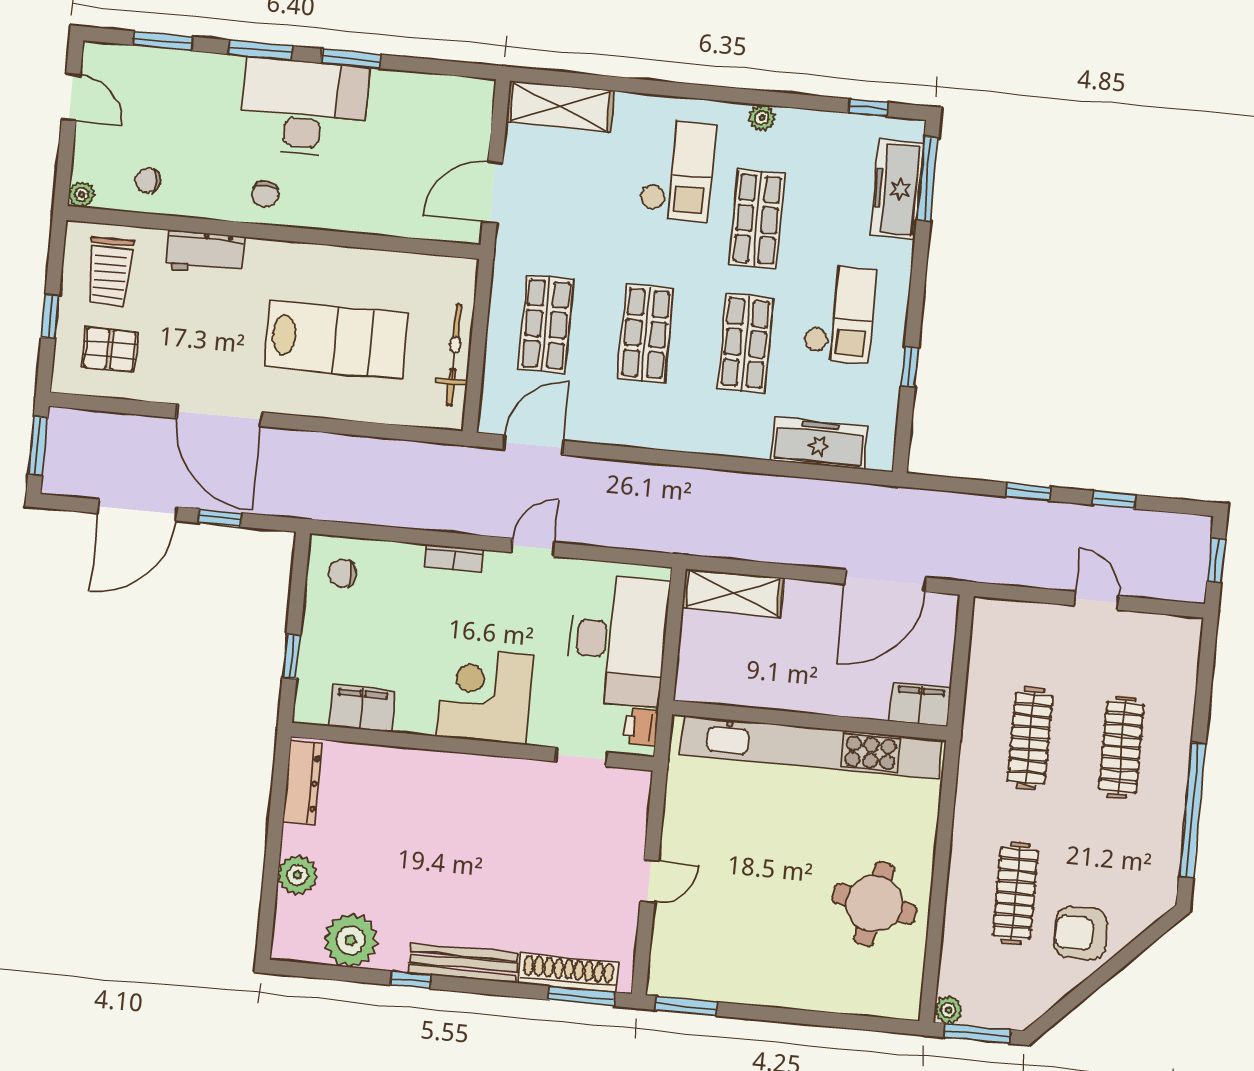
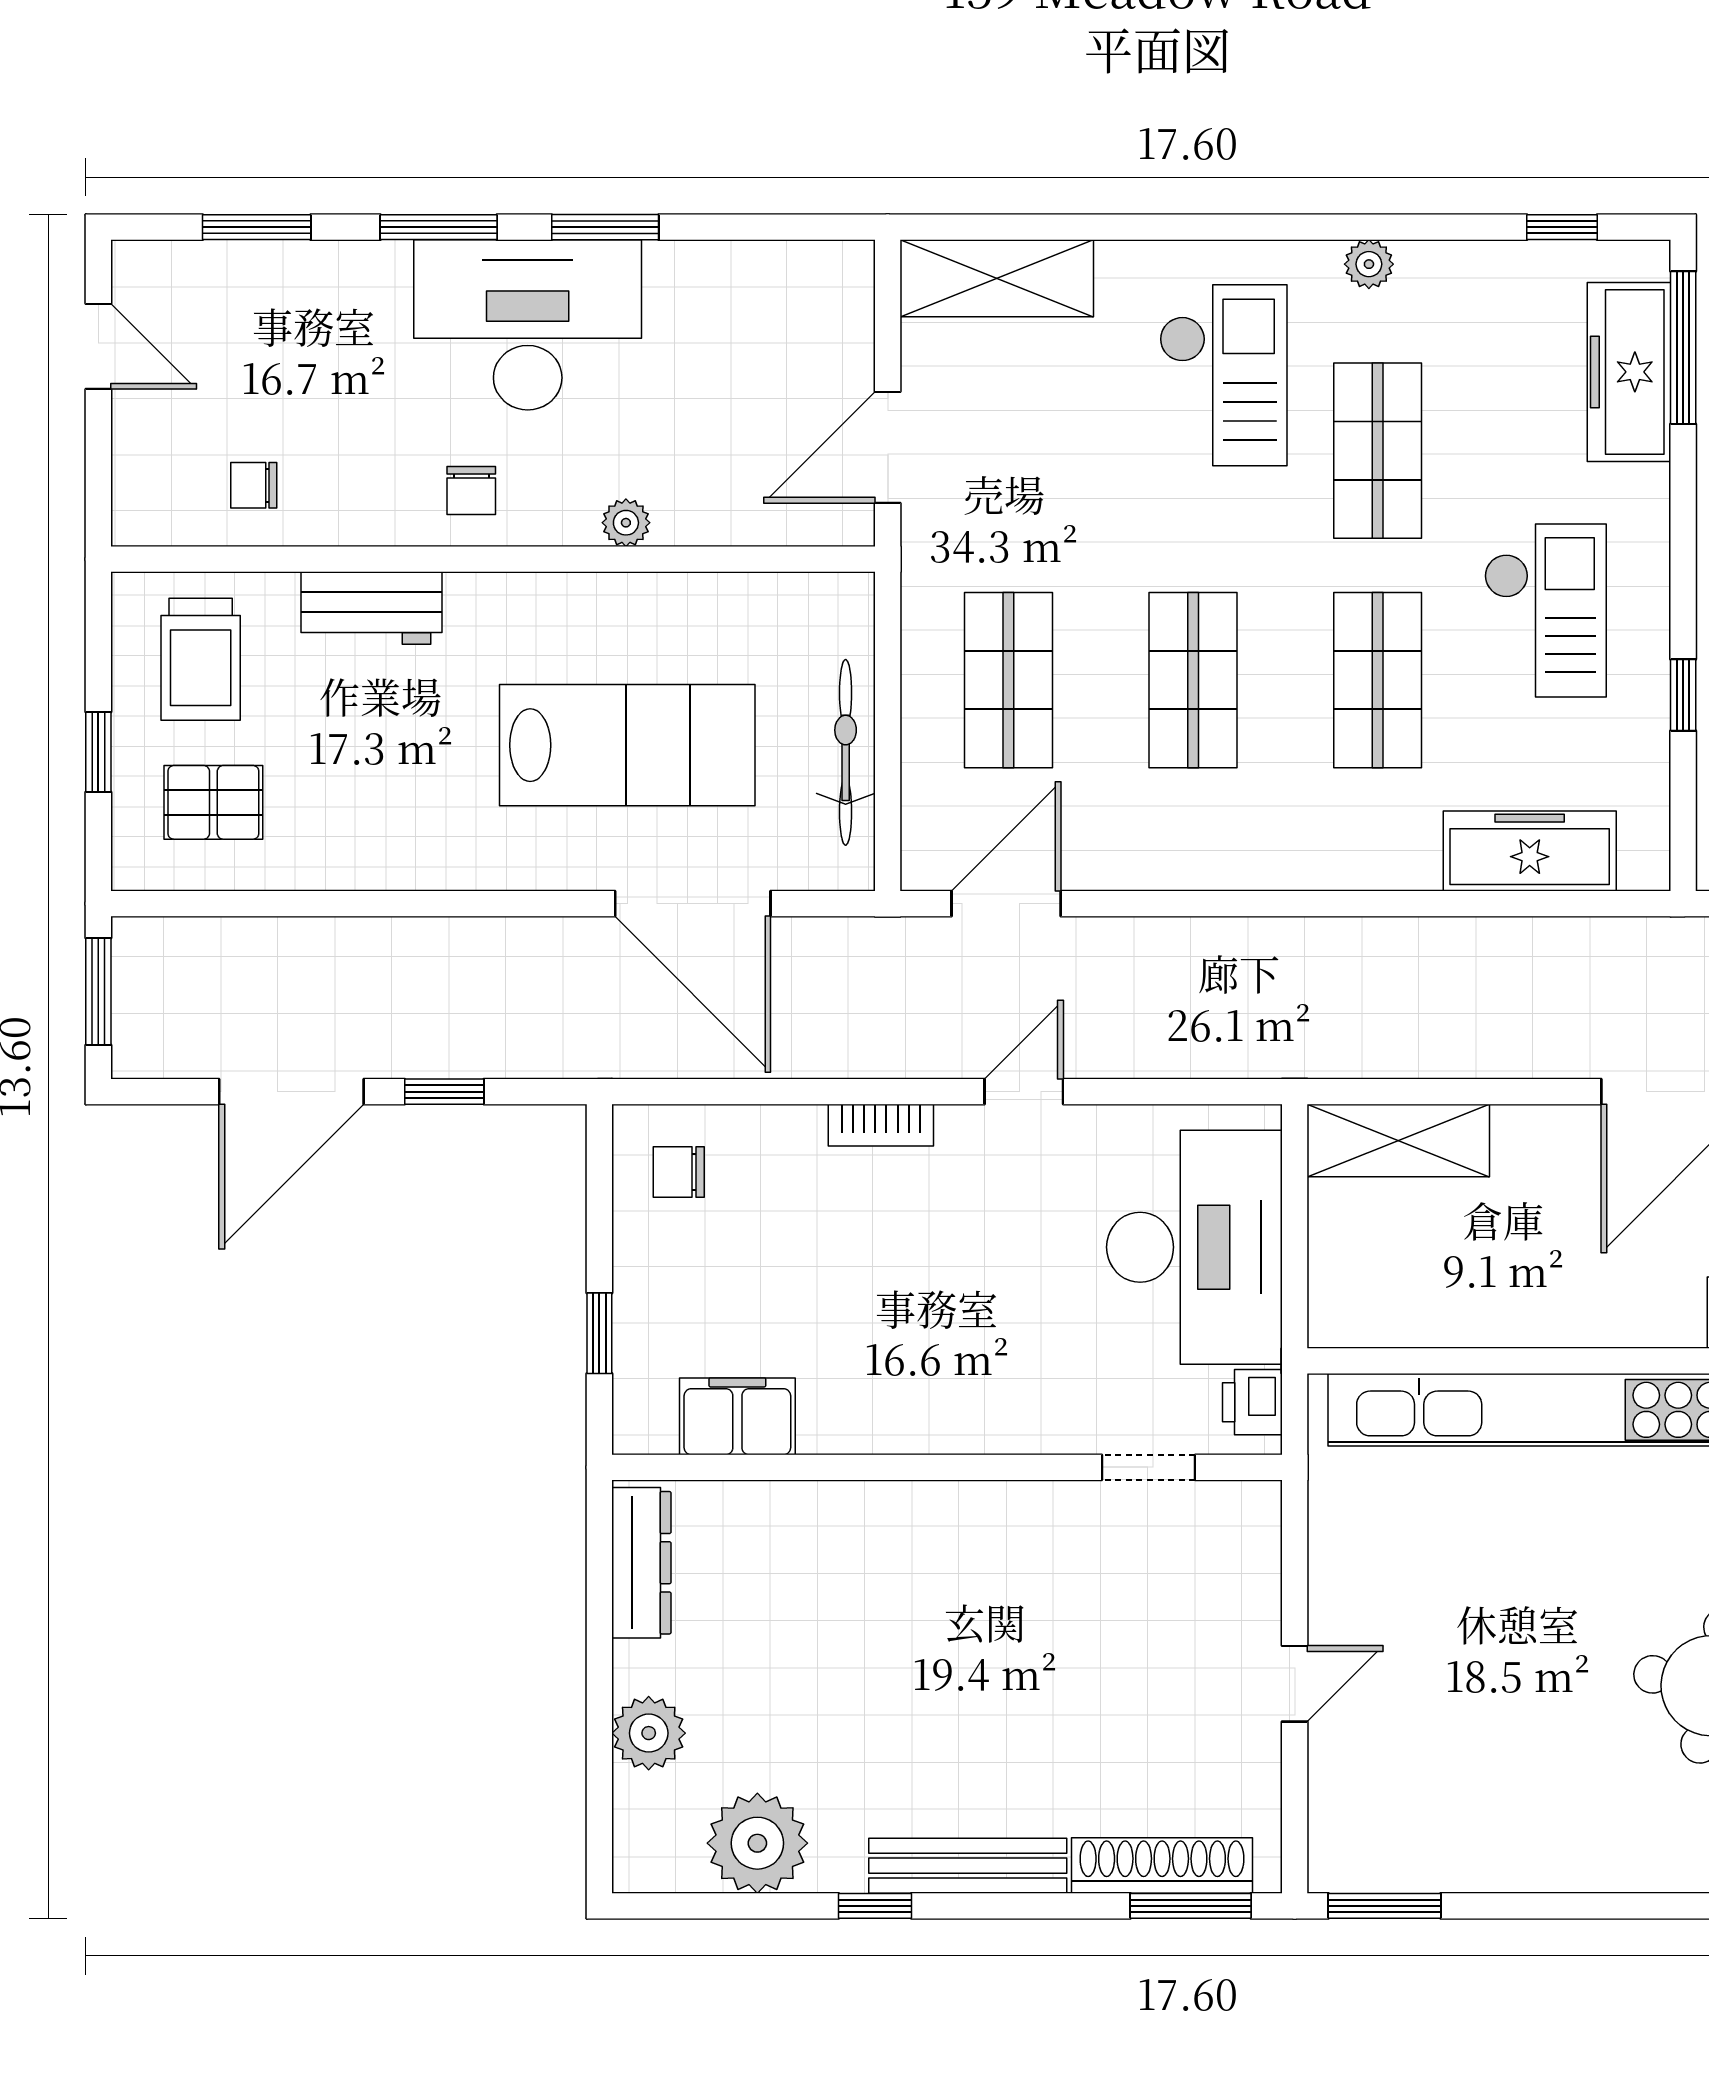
plant: (82, 194) -> (626, 523), moved
door: (219, 415) -> (693, 904), moved
corner desk: (485, 696) -> (961, 1372), removed

